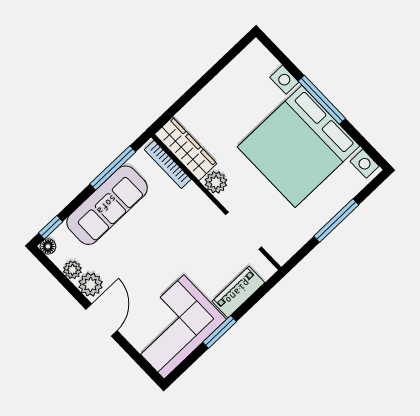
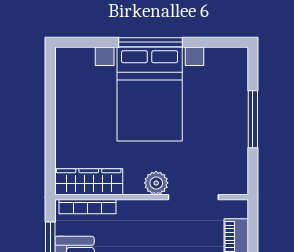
bed with nightstands: (299, 146) -> (150, 94), width x0.73
plant: (216, 182) -> (156, 183), moved

